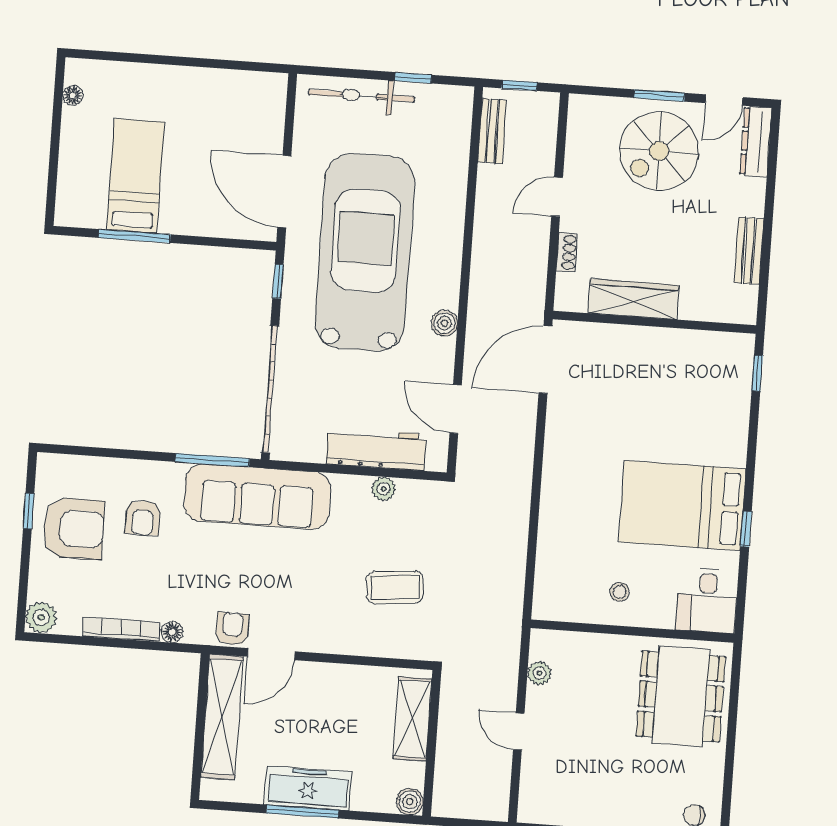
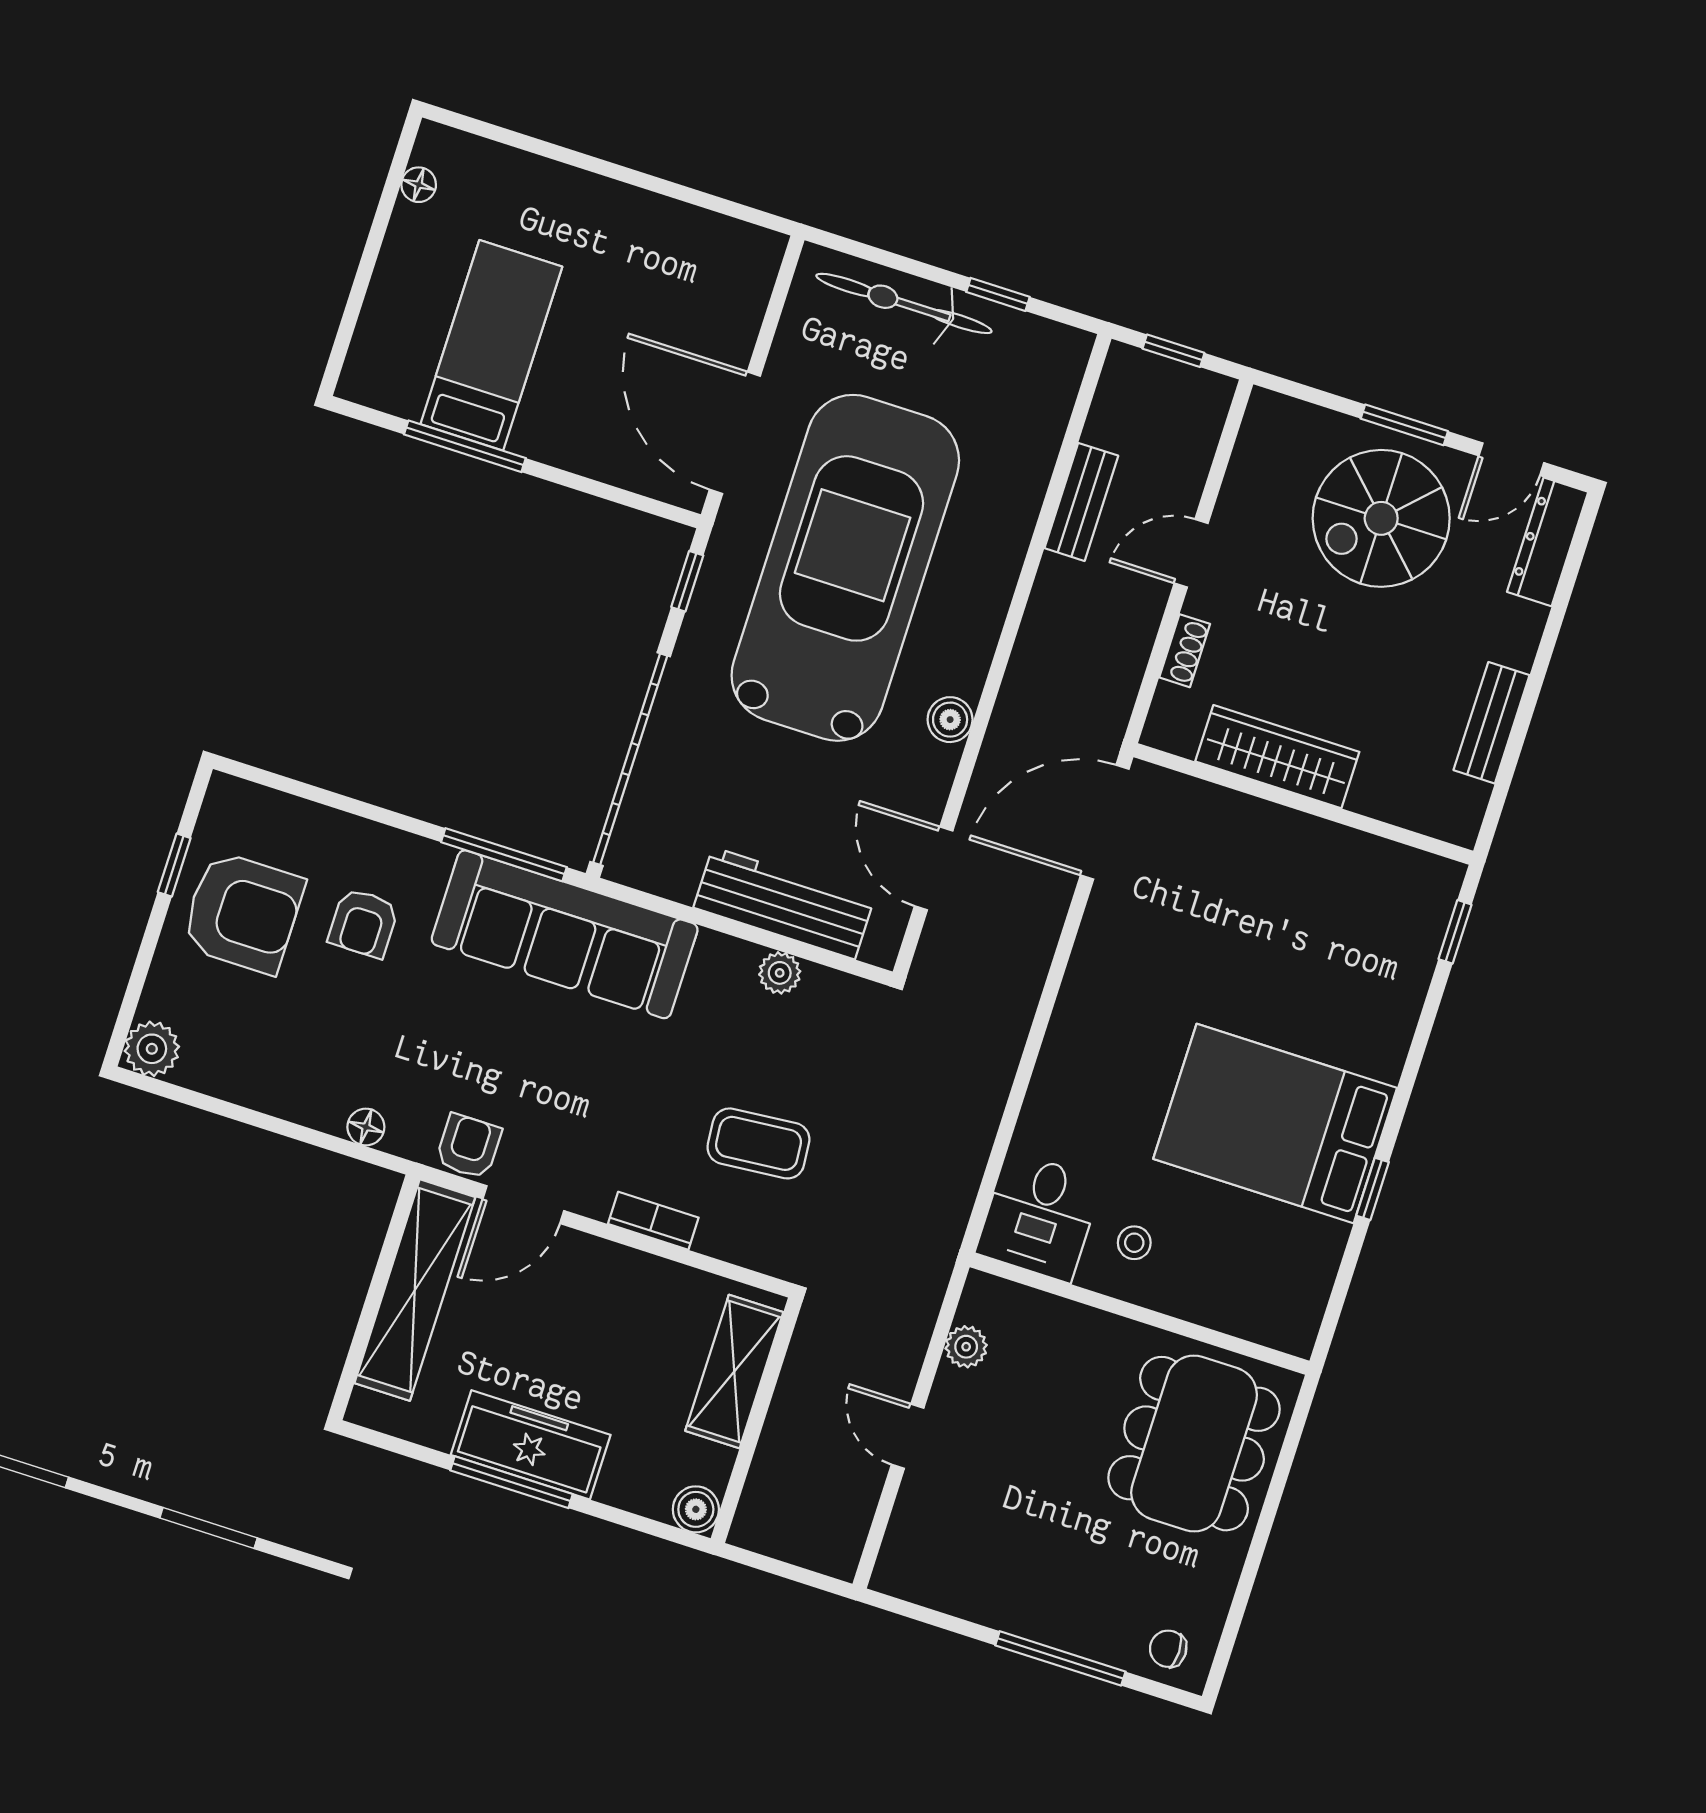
bench: (492, 131) -> (1081, 502), moved
desk: (707, 600) -> (1039, 1217), moved
bookcase: (121, 629) -> (653, 1221), moved, width x0.64

